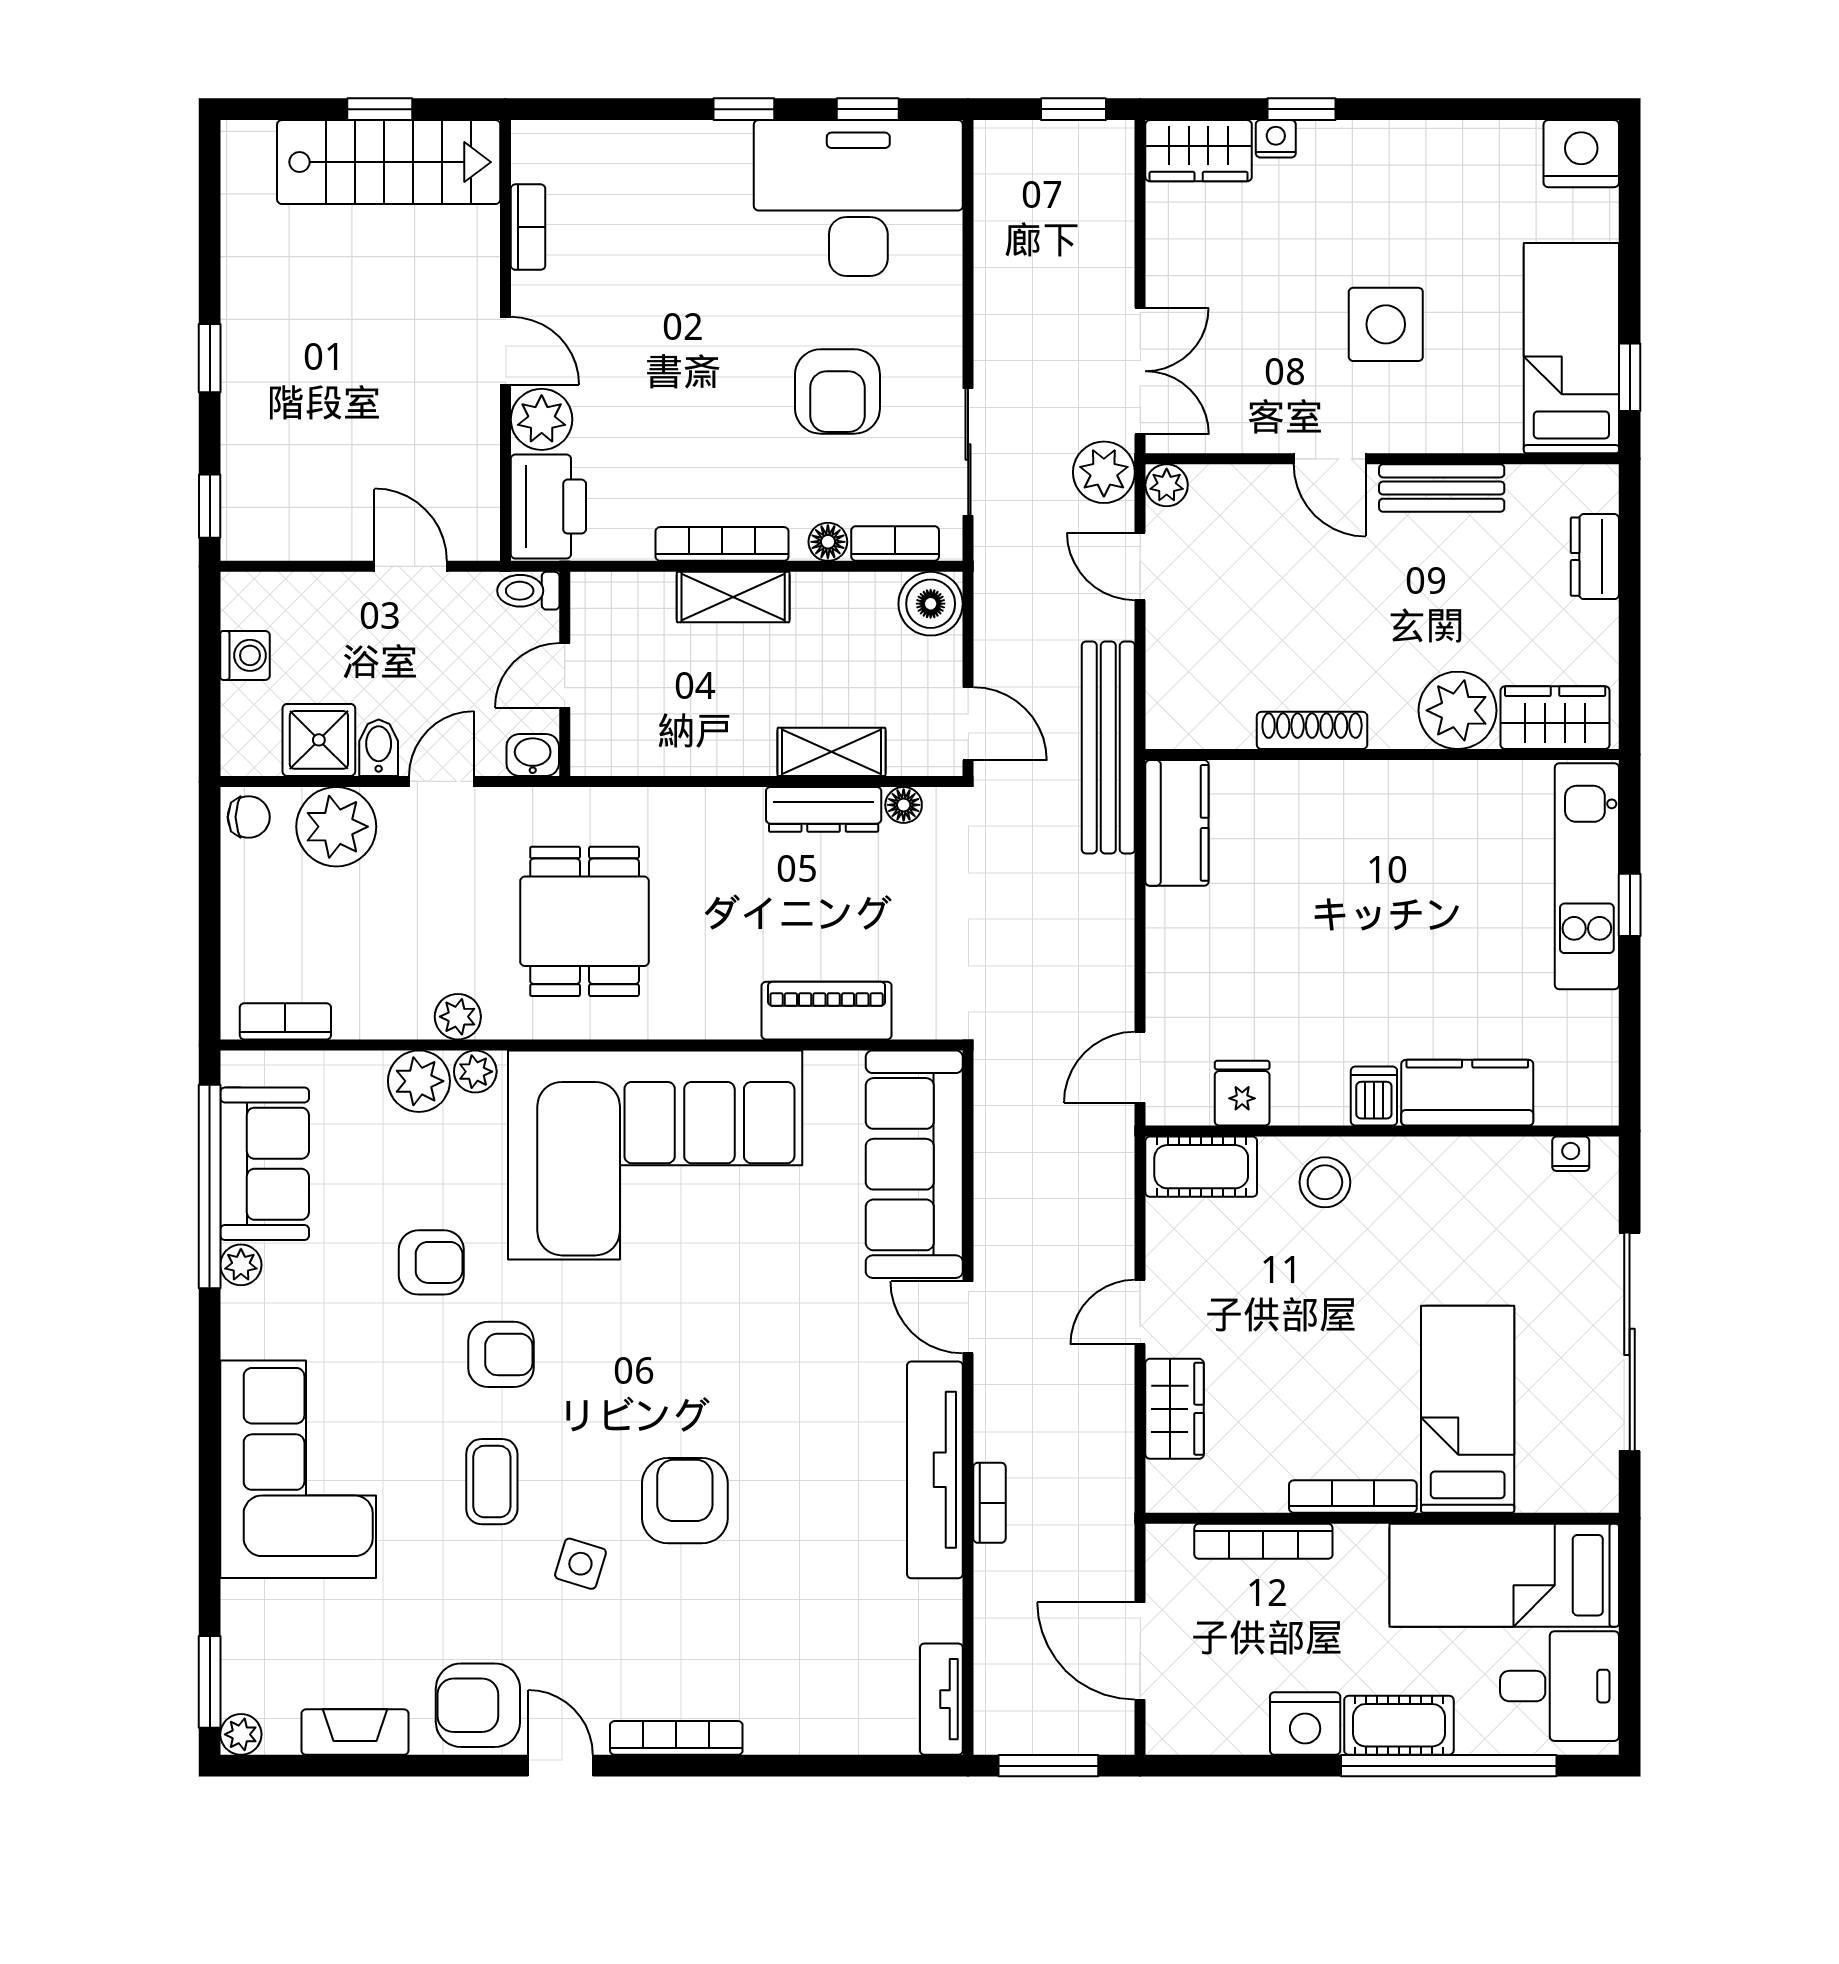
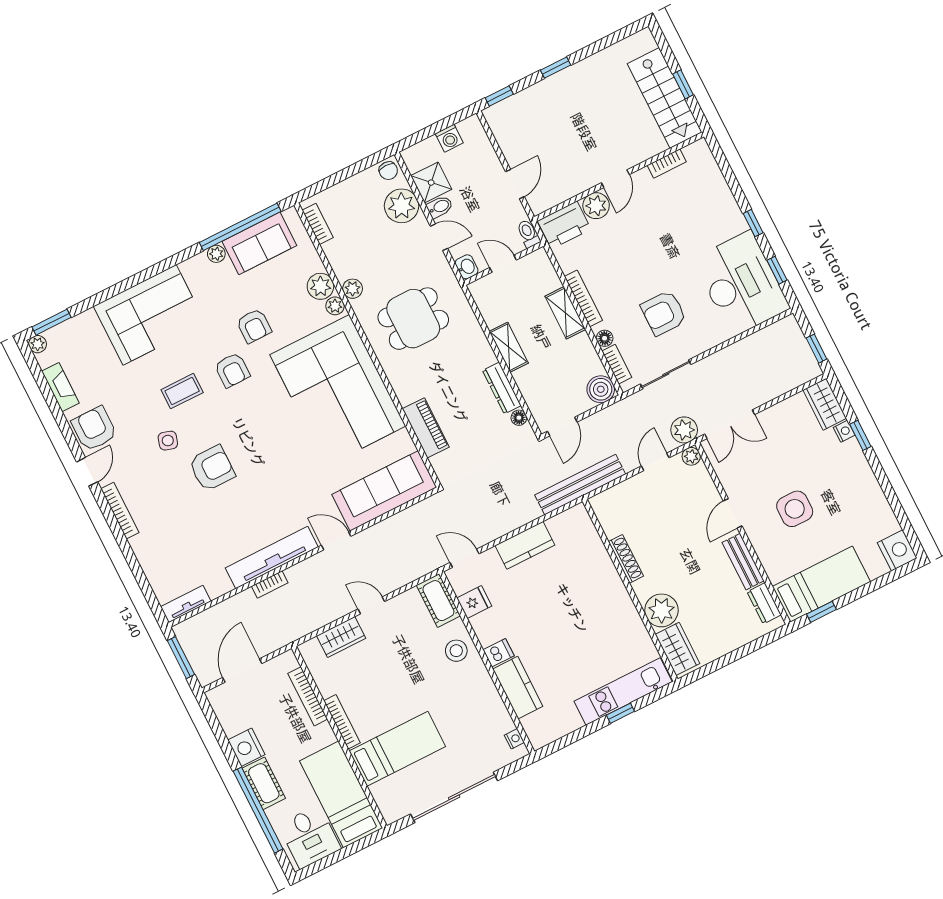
dresser: (1595, 557) -> (764, 603), moved, turned -90
shelving: (831, 752) -> (509, 347), moved
kitchen counter: (1177, 823) -> (525, 545), moved
door: (968, 1317) -> (336, 541), hinge flipped

